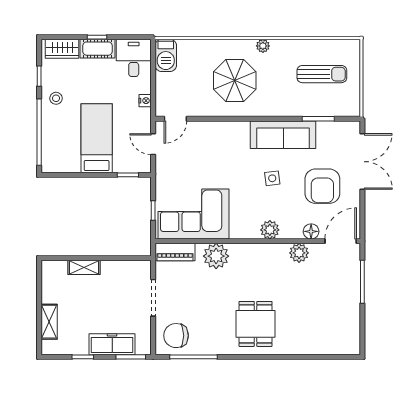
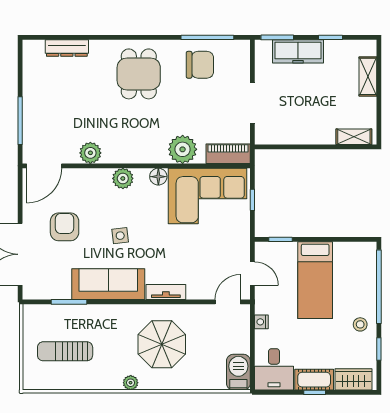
tv unit: (231, 128) -> (166, 292), added
armchair: (322, 186) -> (65, 227), width x0.73, depth x0.73
floor lamp: (311, 231) -> (158, 177), moved
shelving: (84, 267) -> (354, 137), moved
chair: (176, 336) -> (200, 65), moved
dresser: (320, 347) -> (67, 48), added

